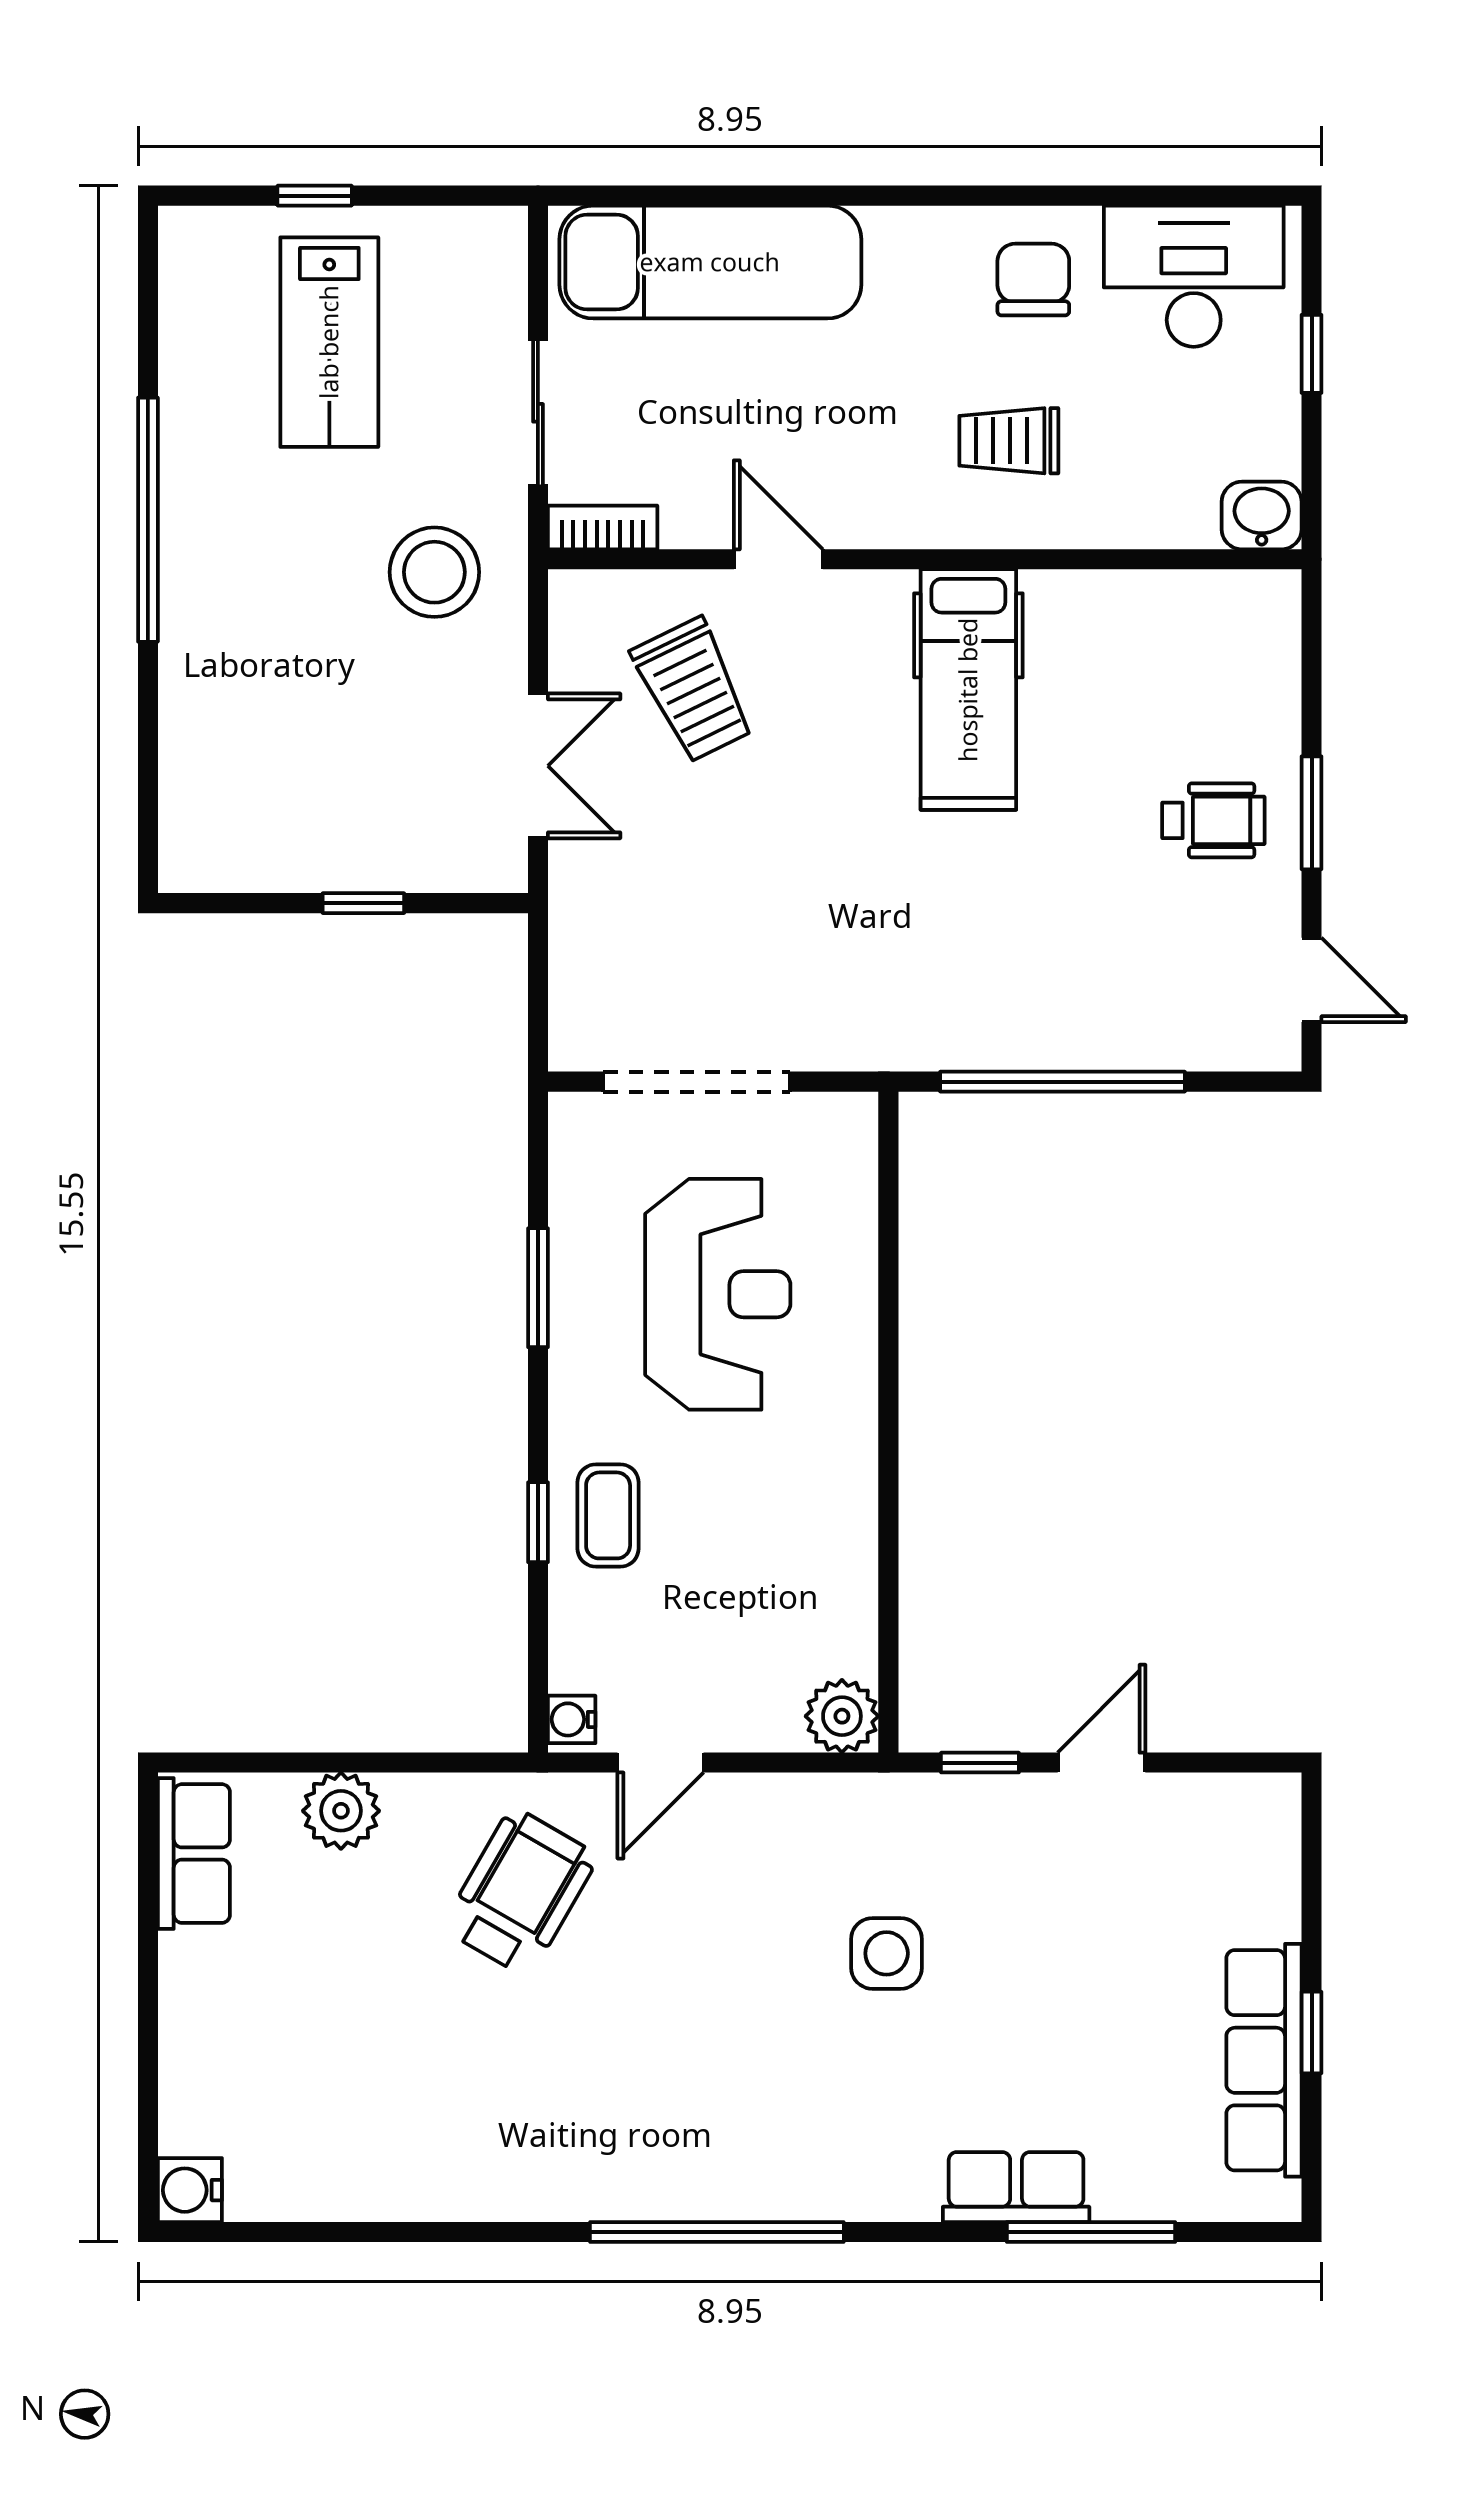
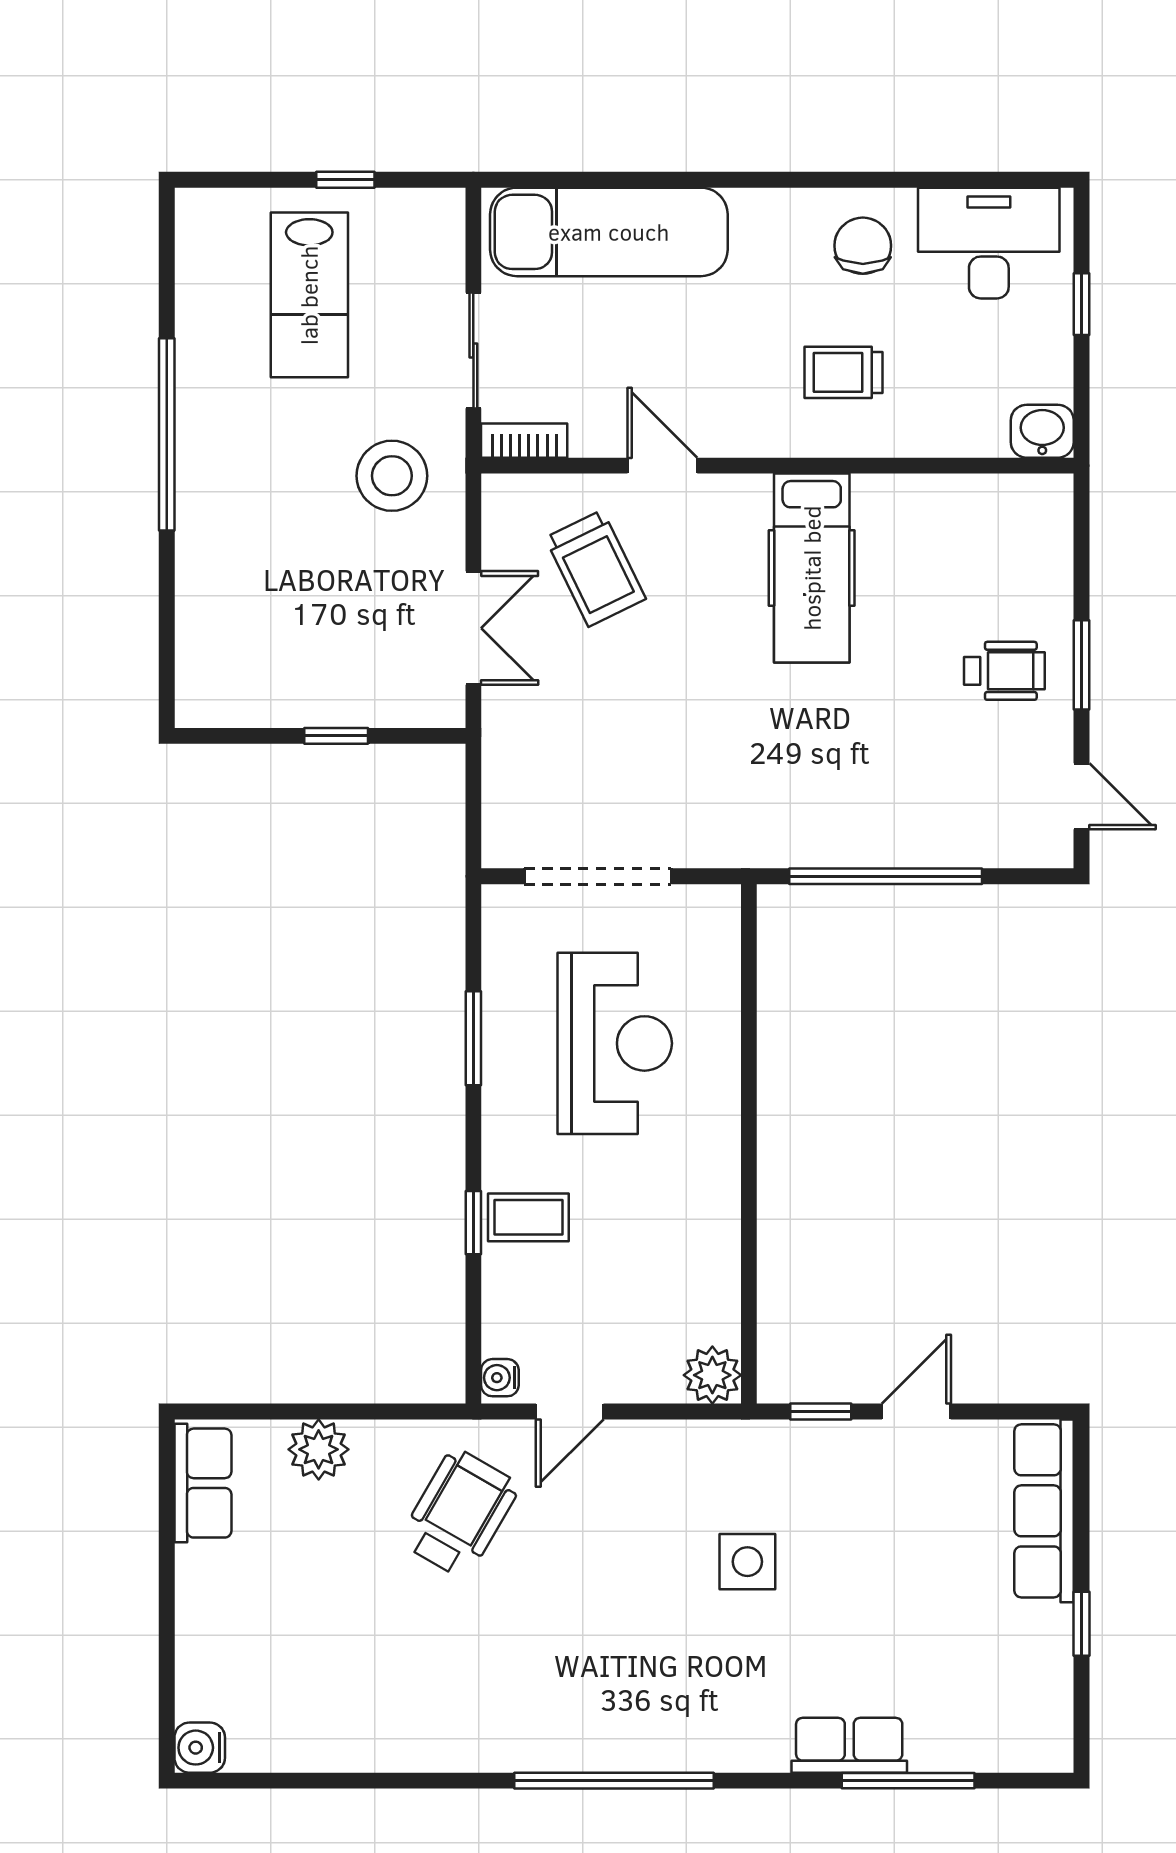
window: (315, 196) -> (345, 180), moved
coffee table: (608, 1515) -> (528, 1217), turned 90
row of seats: (1264, 2060) -> (1044, 1511), moved

